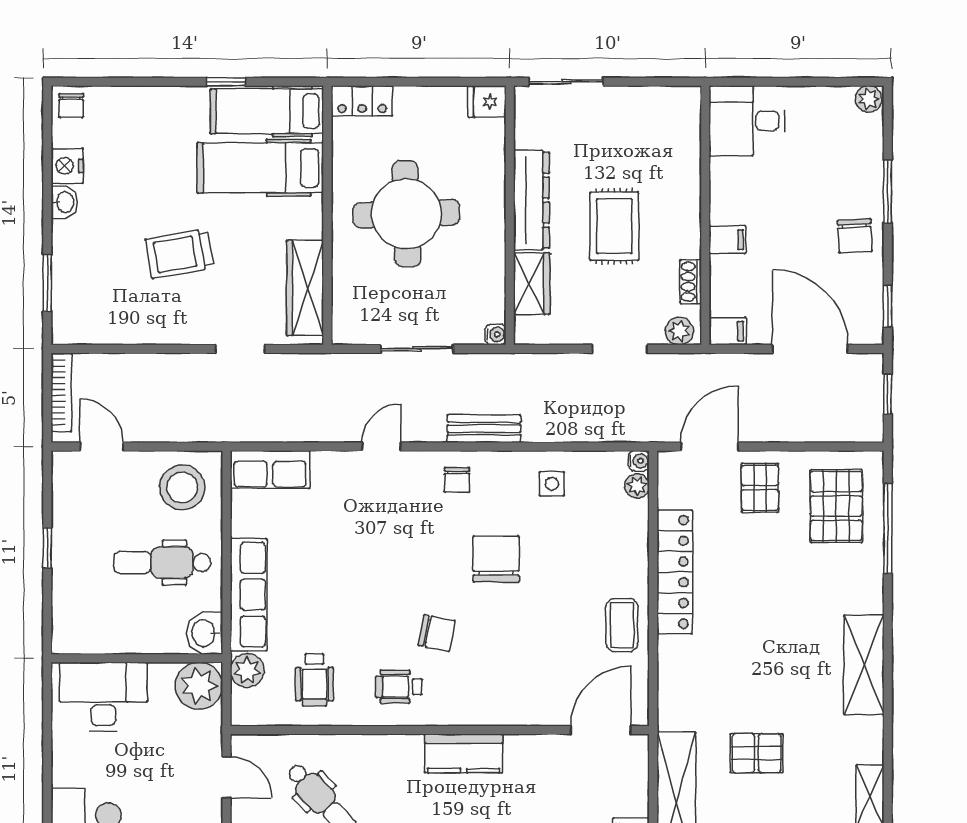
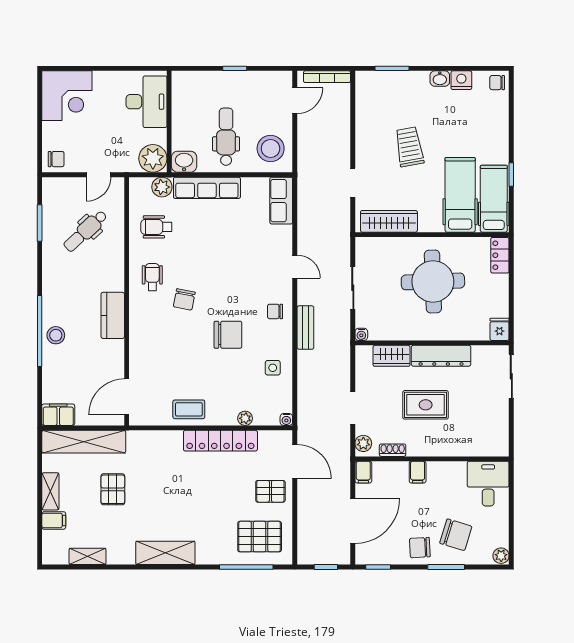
chair: (833, 175) -> (456, 535), added
plant: (637, 486) -> (245, 418), moved
door: (601, 730) -> (127, 397), swing flipped

